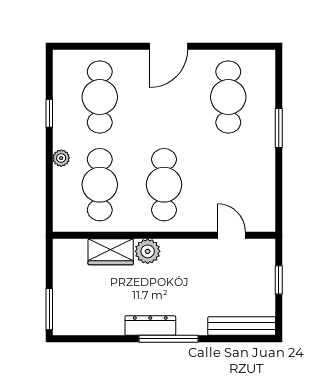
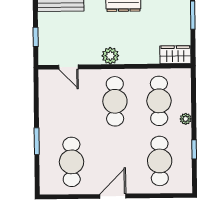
plant: (148, 251) -> (110, 56), moved
wardrobe: (111, 252) -> (175, 55), moved

